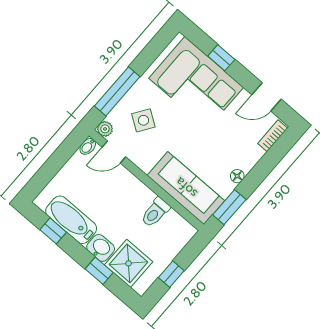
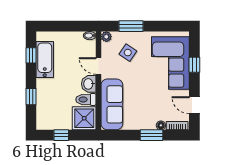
window: (117, 91) -> (131, 26), width x0.69
door: (114, 152) -> (98, 66), moved
floor lamp: (237, 176) -> (161, 125), moved
window: (229, 207) -> (152, 135), moved
washbasin: (101, 248) -> (89, 84), moved, turned 180
shower: (129, 263) -> (84, 118), moved

